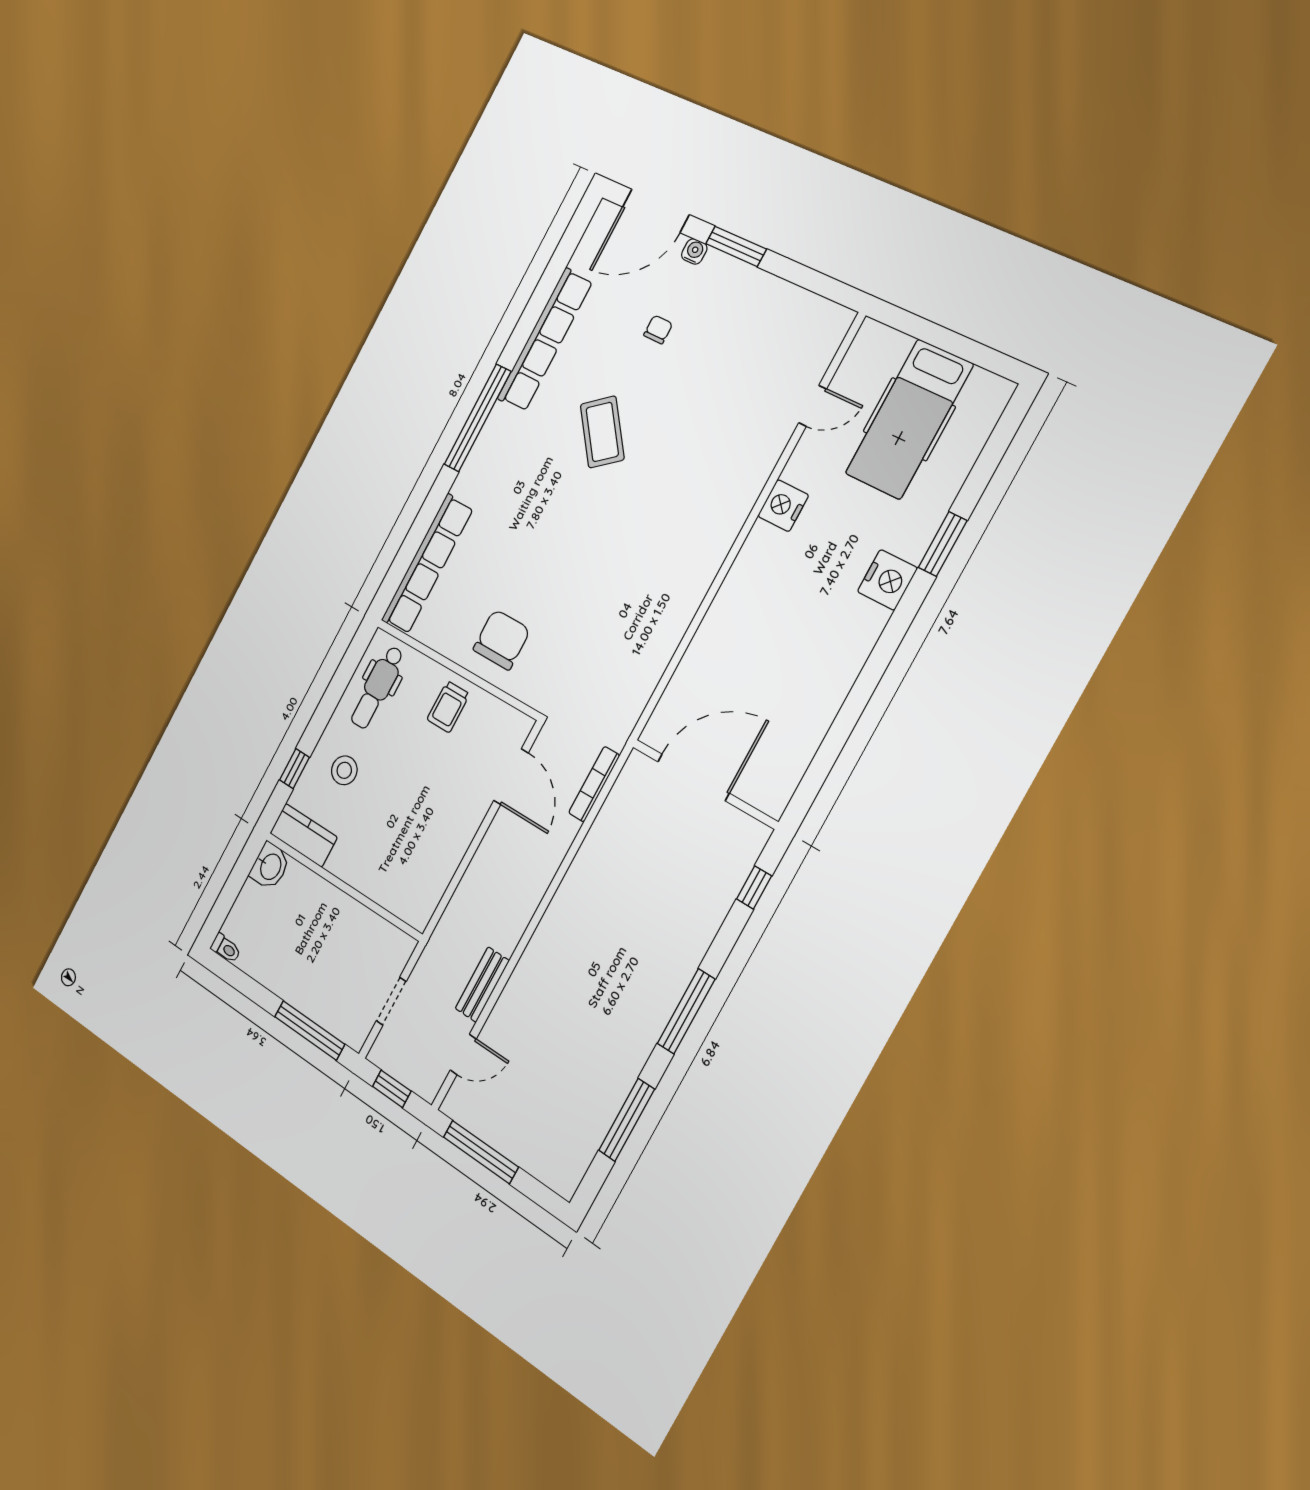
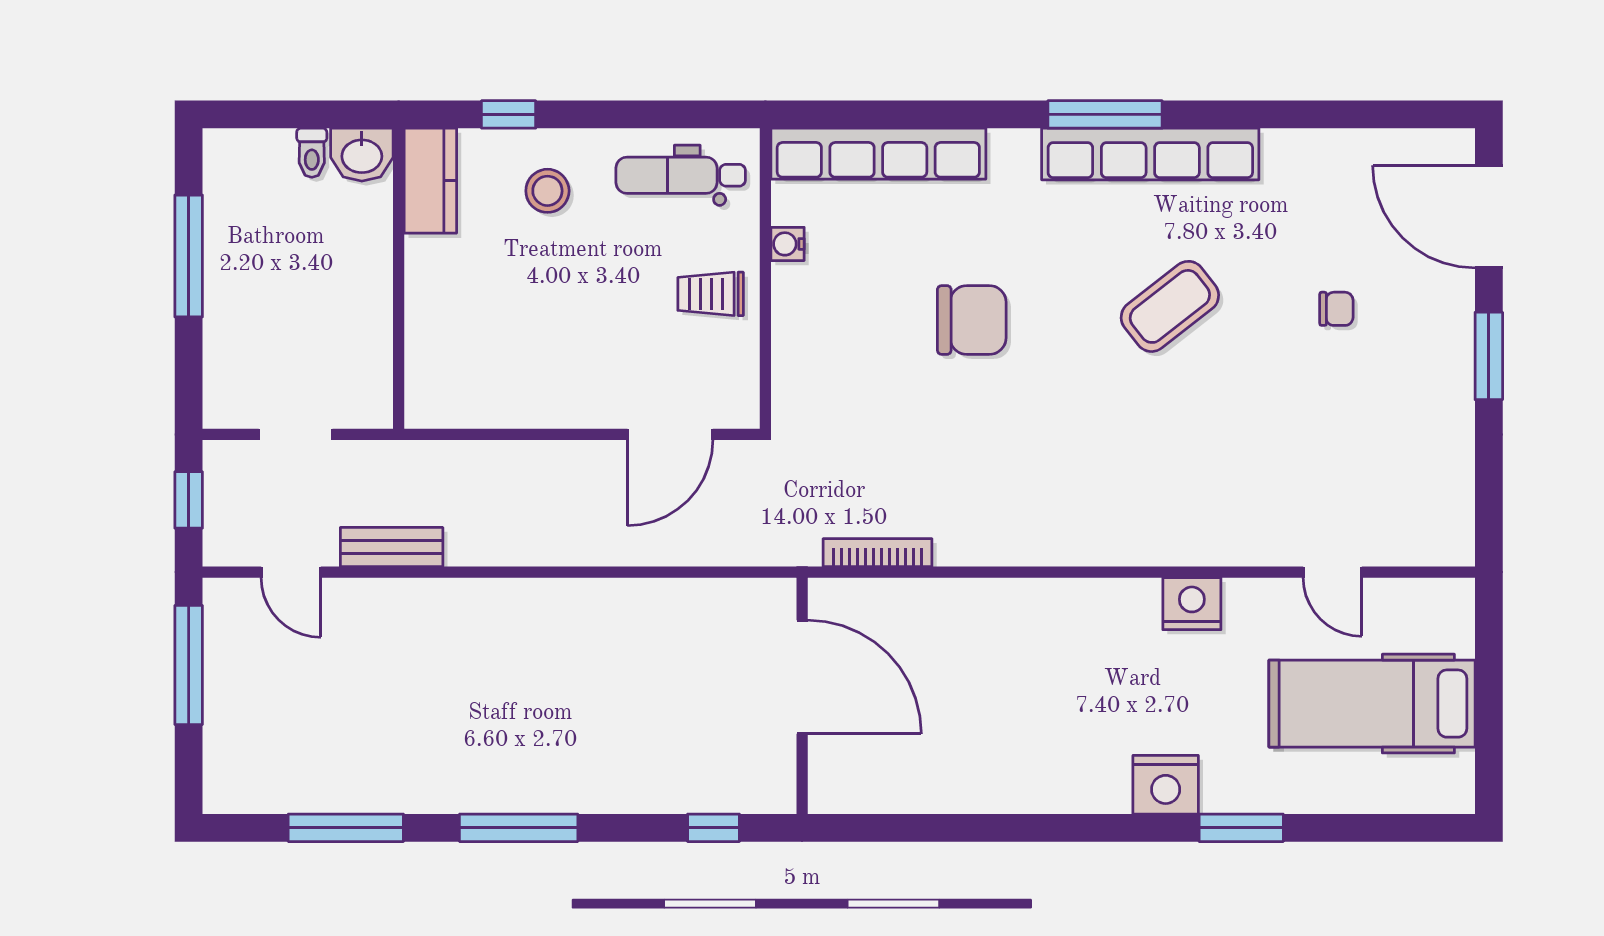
water cooler: (694, 251) -> (787, 244), moved, turned 180
row of seats: (545, 340) -> (1150, 154), moved
window: (478, 418) -> (1105, 114), width x0.68
chair: (502, 640) -> (972, 320), moved
bookcase: (594, 784) -> (878, 553), moved
toilet: (226, 948) -> (312, 153), moved
window: (310, 1030) -> (189, 256), moved

